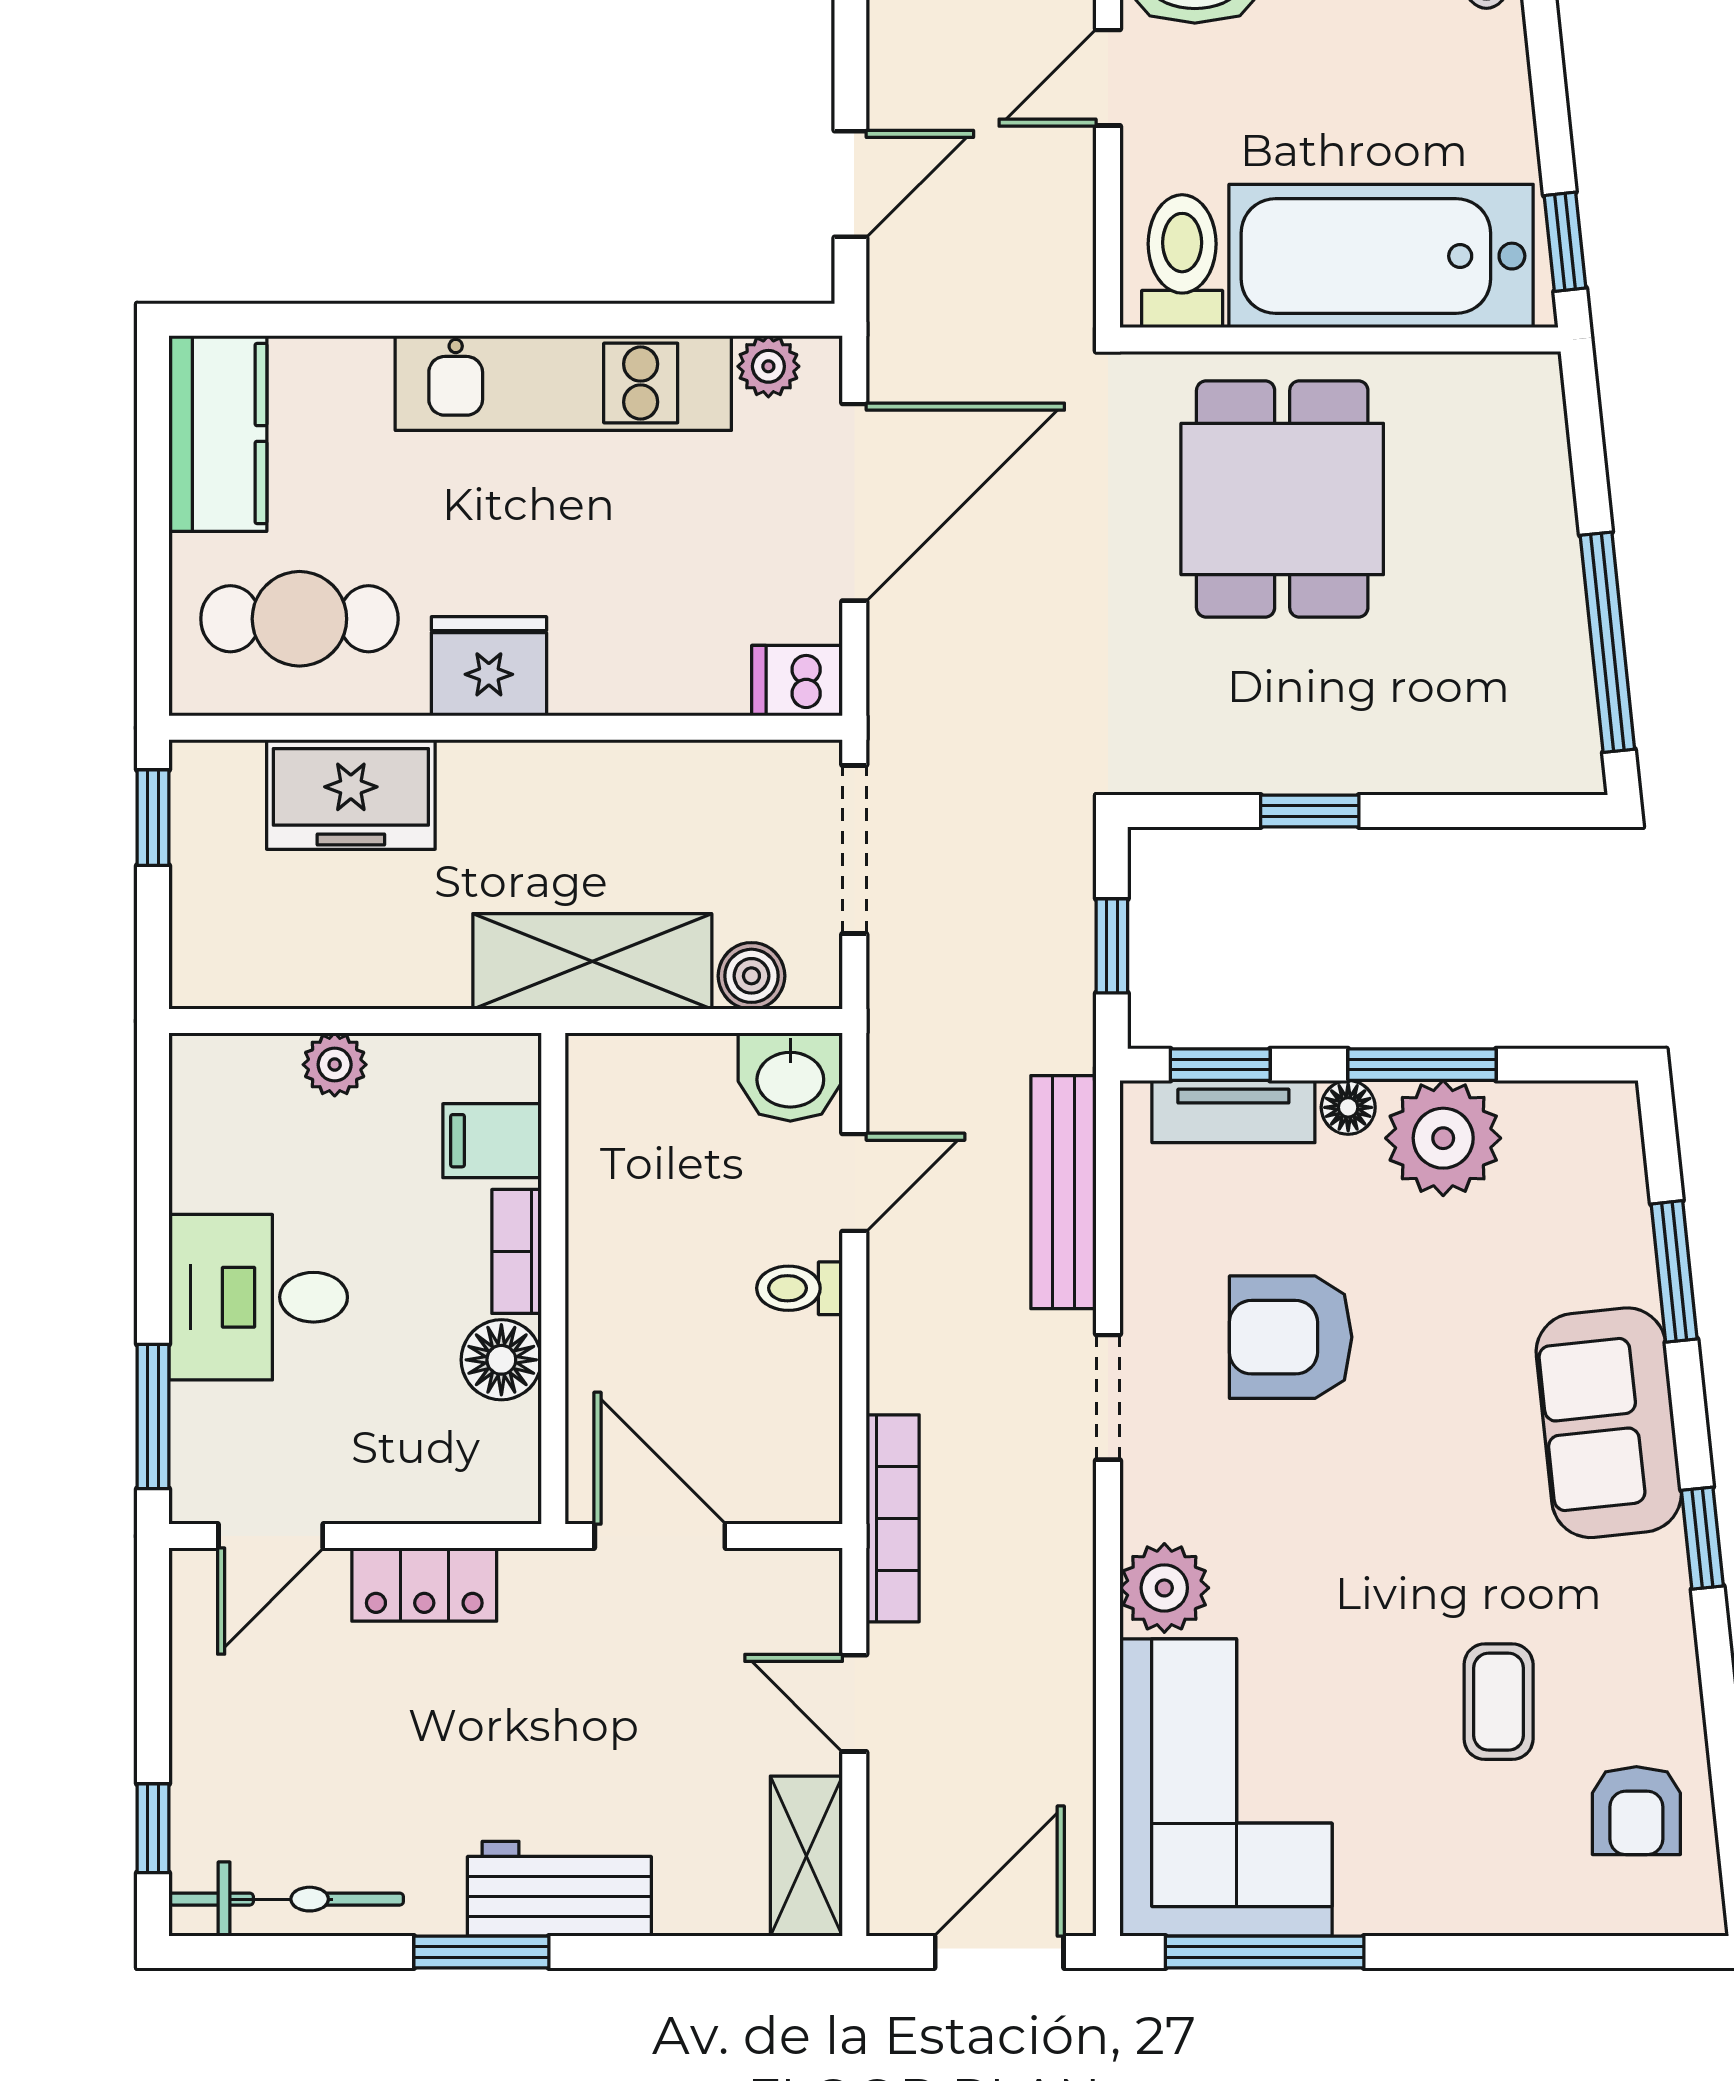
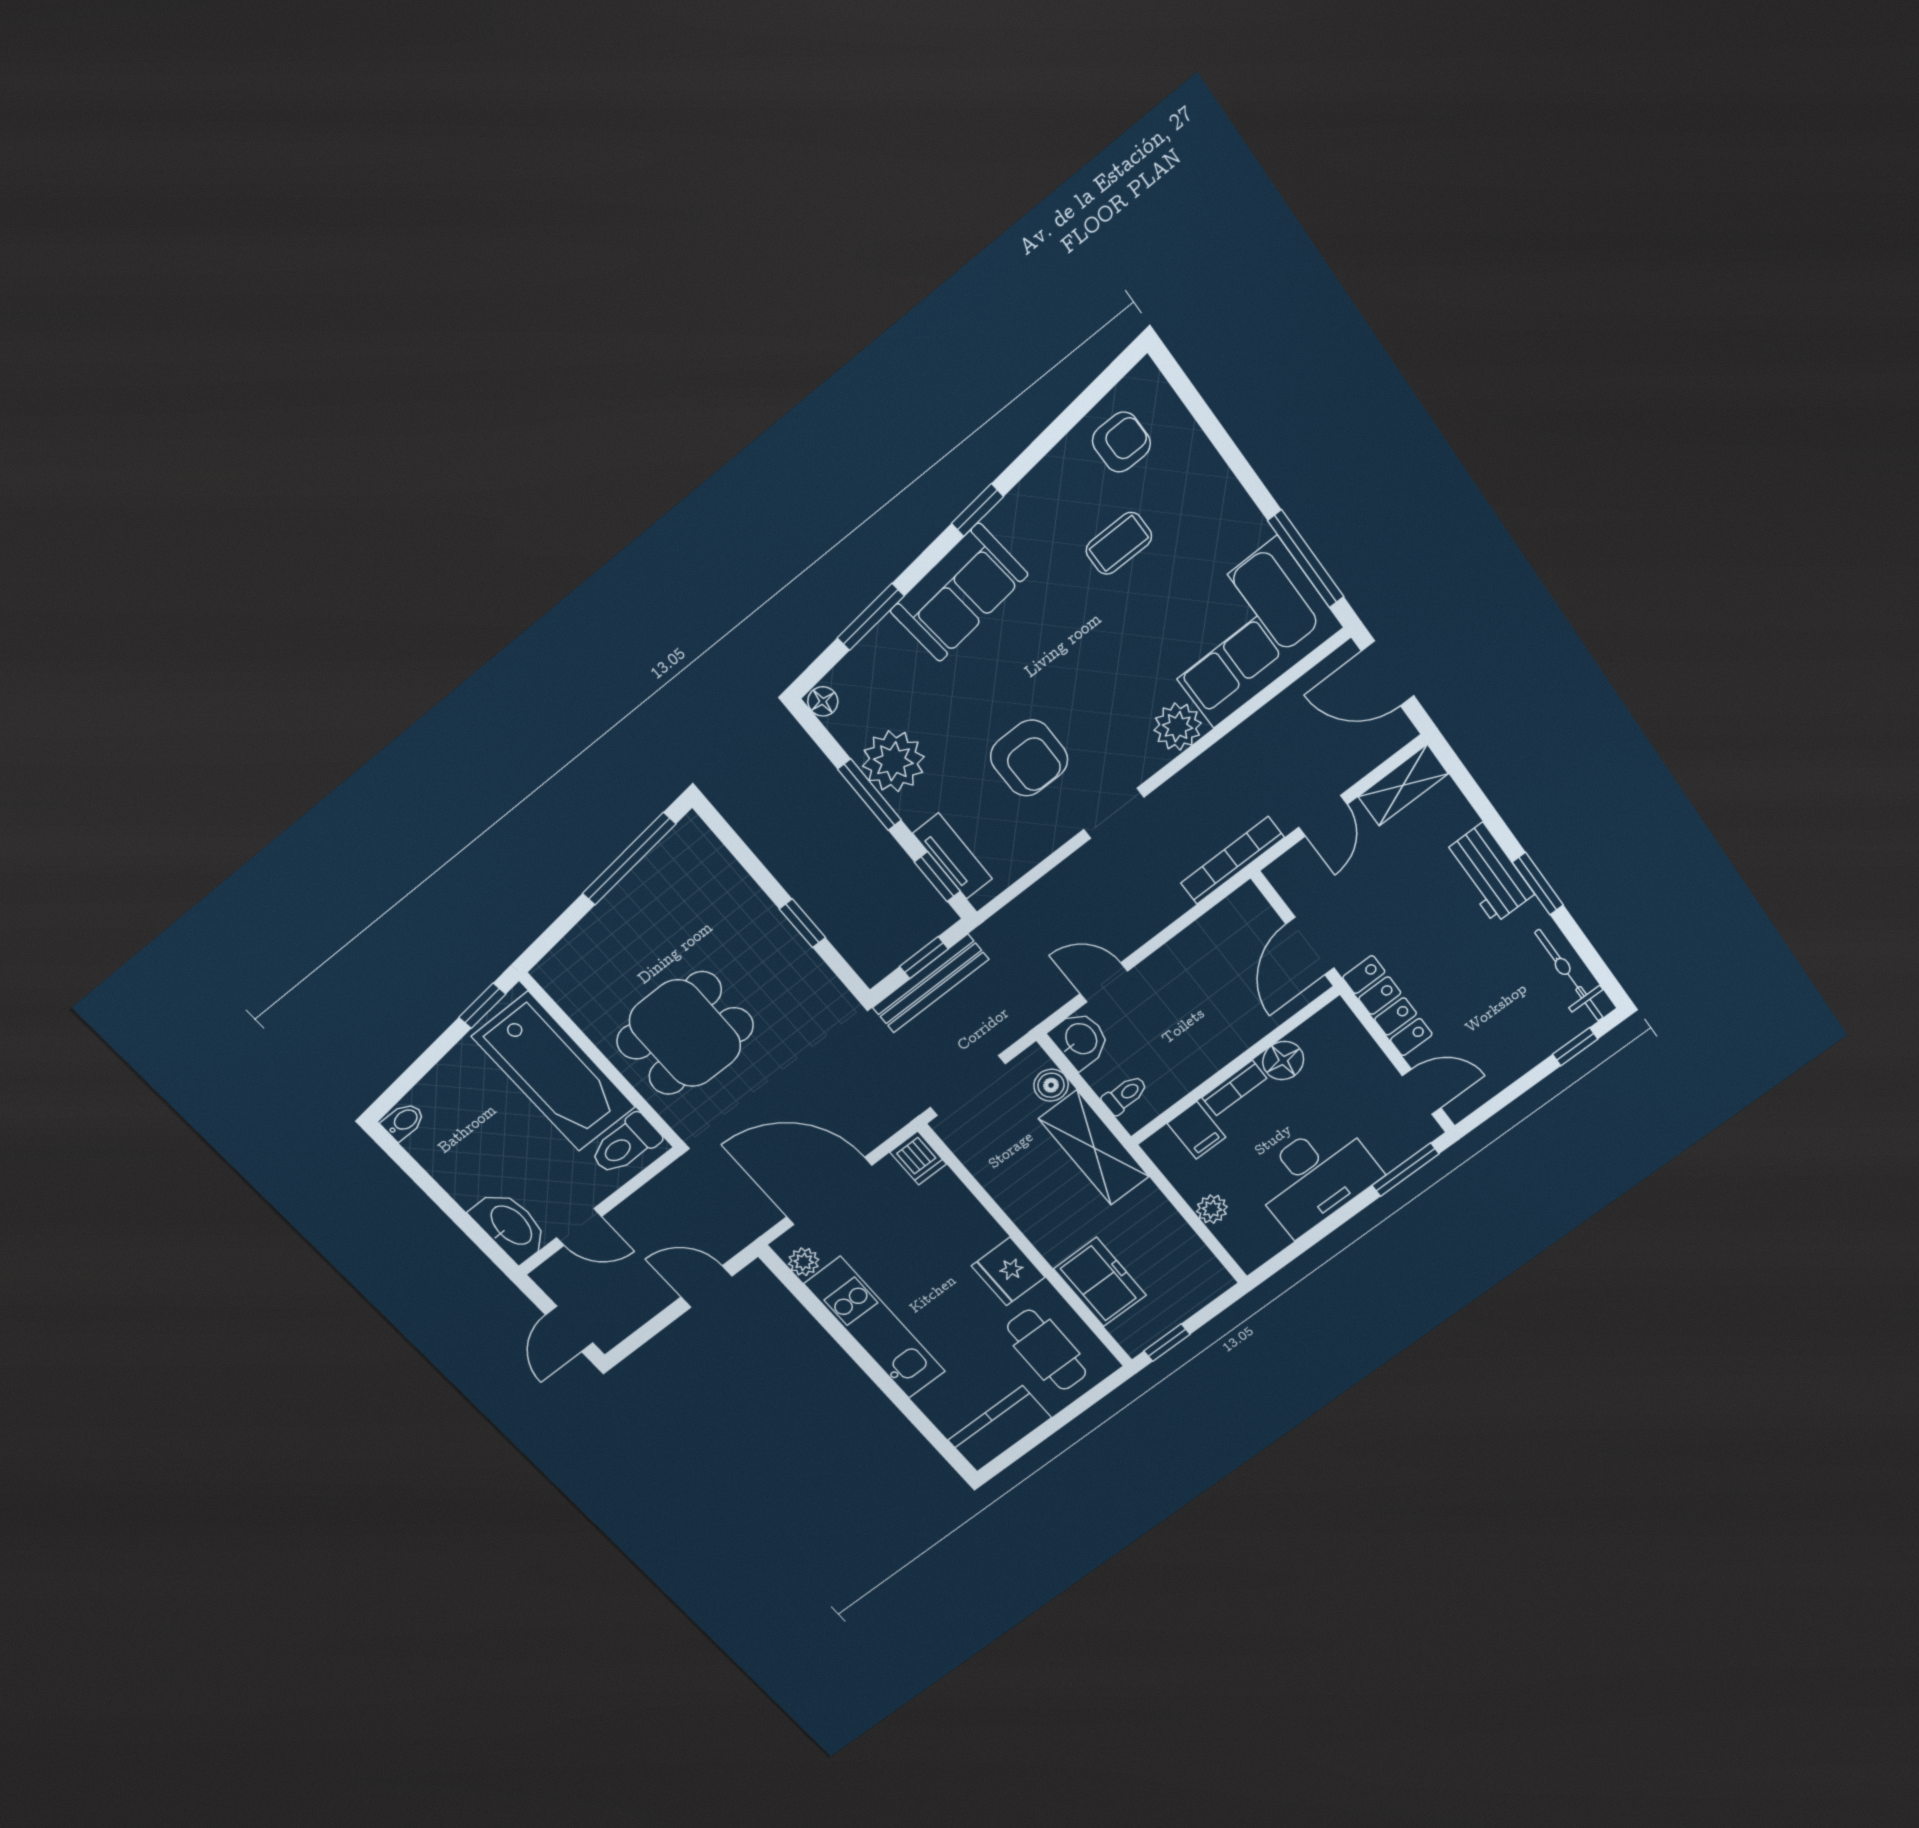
floor lamp: (1348, 1107) -> (823, 701), moved
bench: (1063, 1192) -> (931, 983), moved
toilet: (800, 1288) -> (1125, 1095), moved, turned -90
desk: (258, 1297) -> (1315, 1177), width x1.37
locker: (424, 1585) -> (1388, 1006), width x1.53

